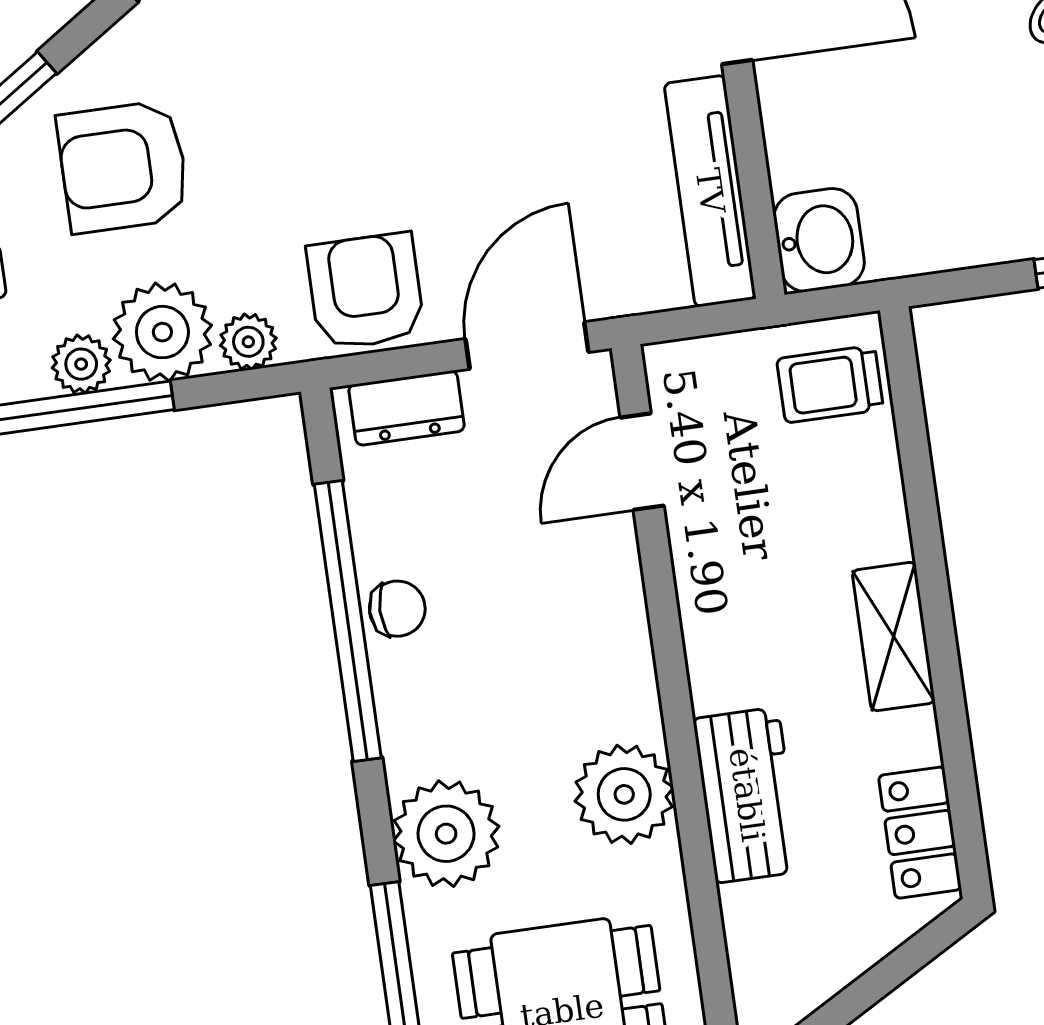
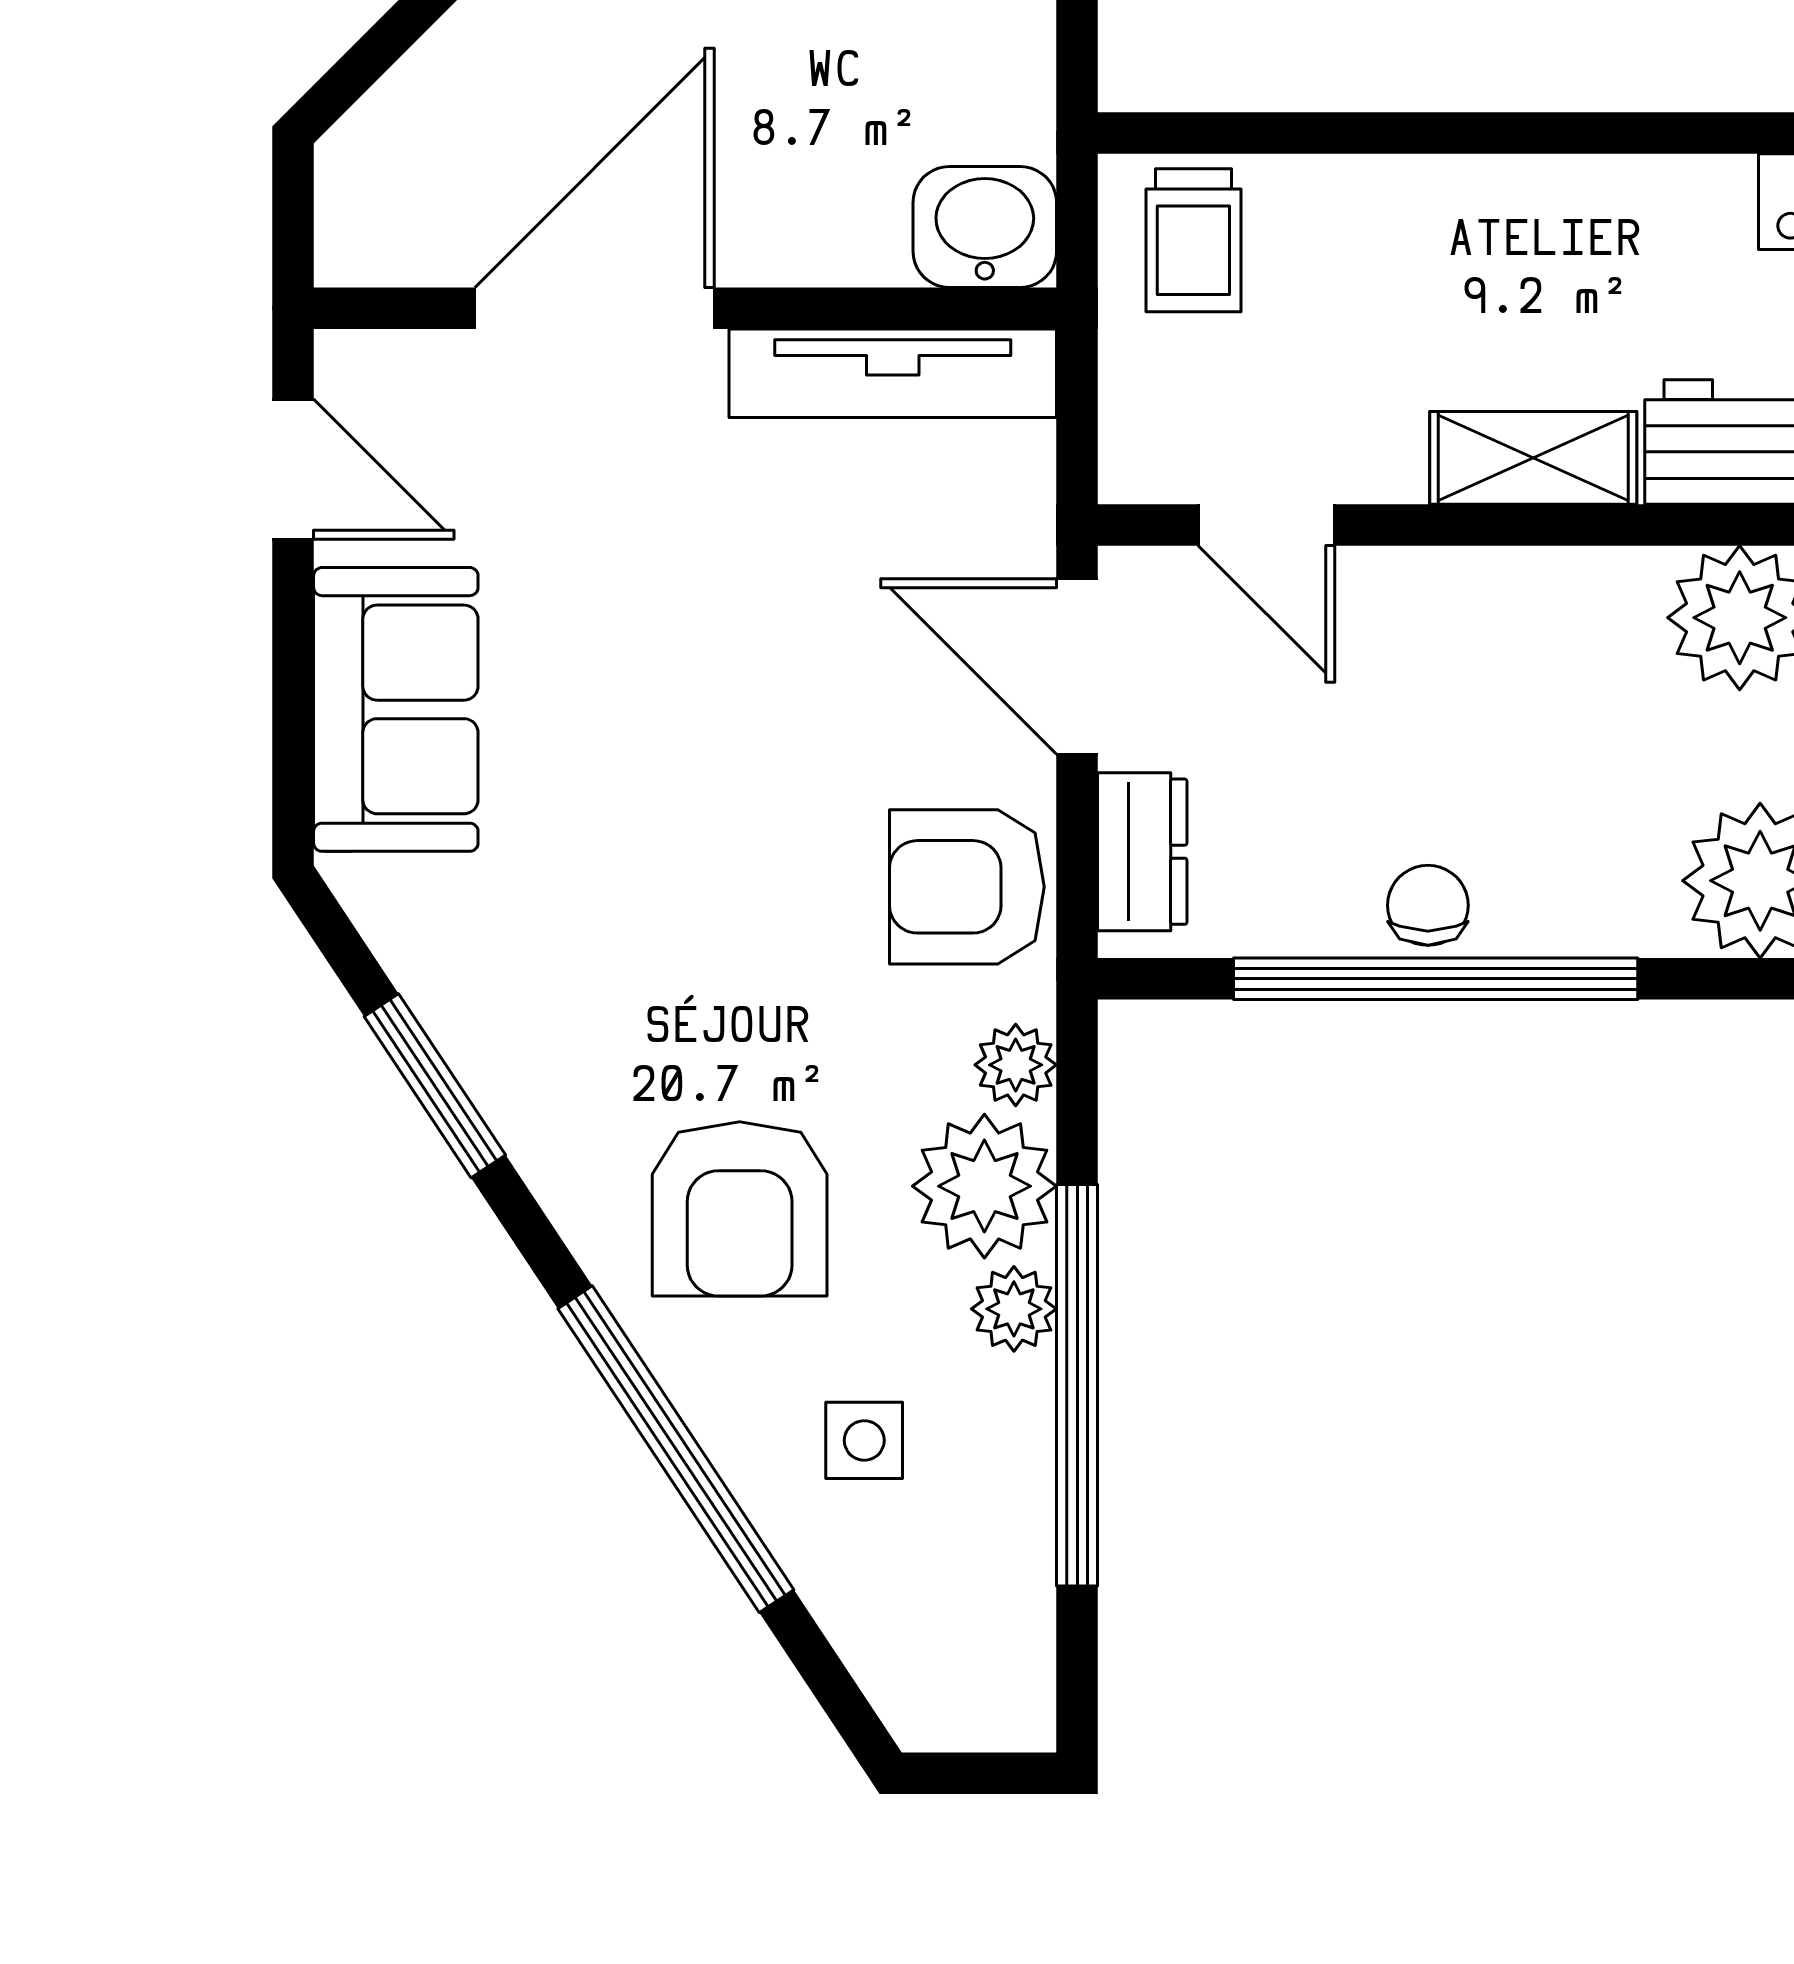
shelving: (894, 637) -> (1533, 458), moved

